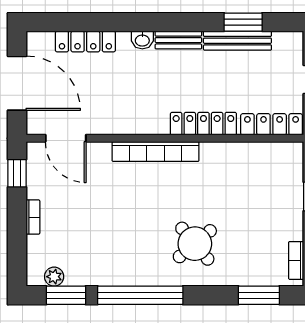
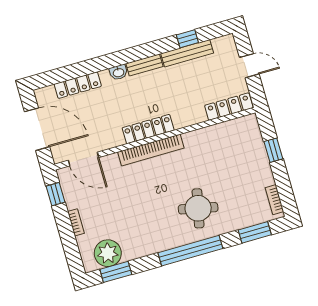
window: (243, 22) -> (187, 39), width x0.67
locker: (203, 124) -> (148, 129), moved
round table: (195, 244) -> (198, 208), turned -38
plant: (54, 277) -> (108, 253), width x1.88, depth x1.88
window: (140, 295) -> (190, 251), moved

